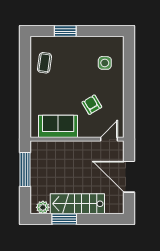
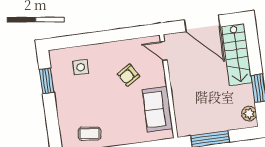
window: (65, 31) -> (47, 81), moved
door: (129, 177) -> (202, 23), hinge flipped
stairs: (77, 204) -> (237, 55), moved

